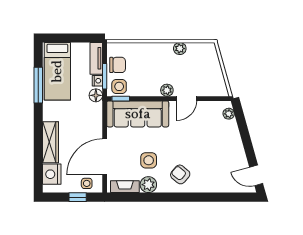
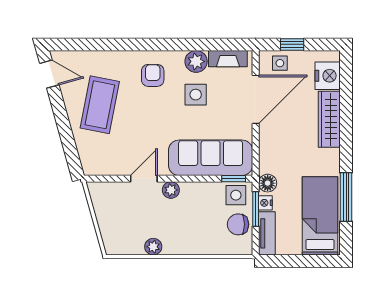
plant: (229, 114) -> (87, 158), removed
coffee table: (219, 153) -> (100, 105), added
armchair: (180, 174) -> (153, 75), turned -130

